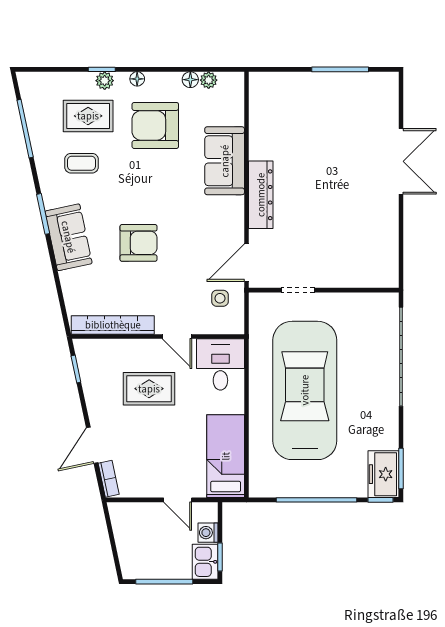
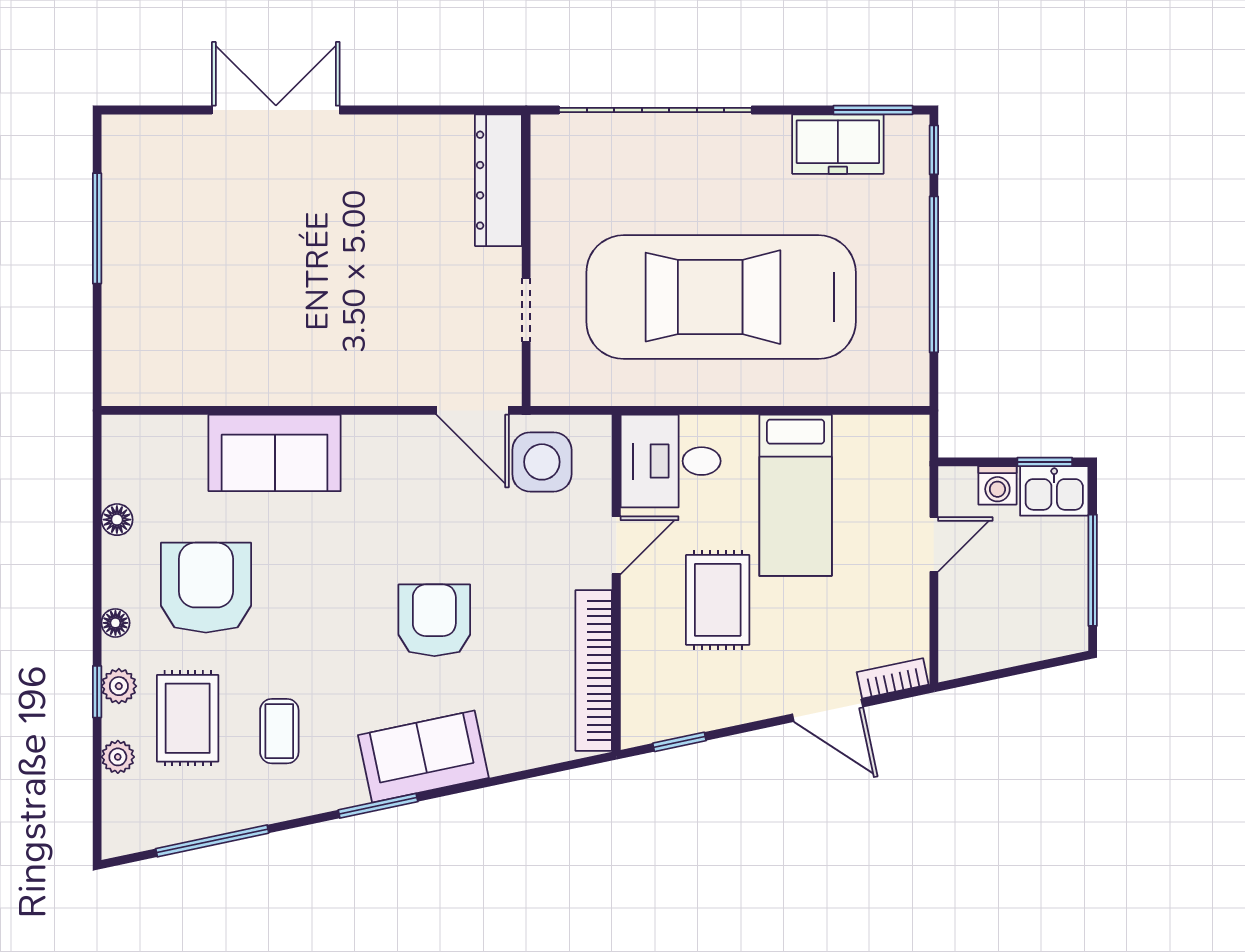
plant: (209, 80) -> (118, 757), moved
armchair: (155, 125) -> (206, 588), turned 180
dresser: (261, 195) -> (498, 180), moved, turned -90
side table: (220, 298) -> (542, 462), width x1.87, depth x1.87
bed: (226, 456) -> (796, 495), moved, turned -90
freezer: (384, 474) -> (838, 144), moved

